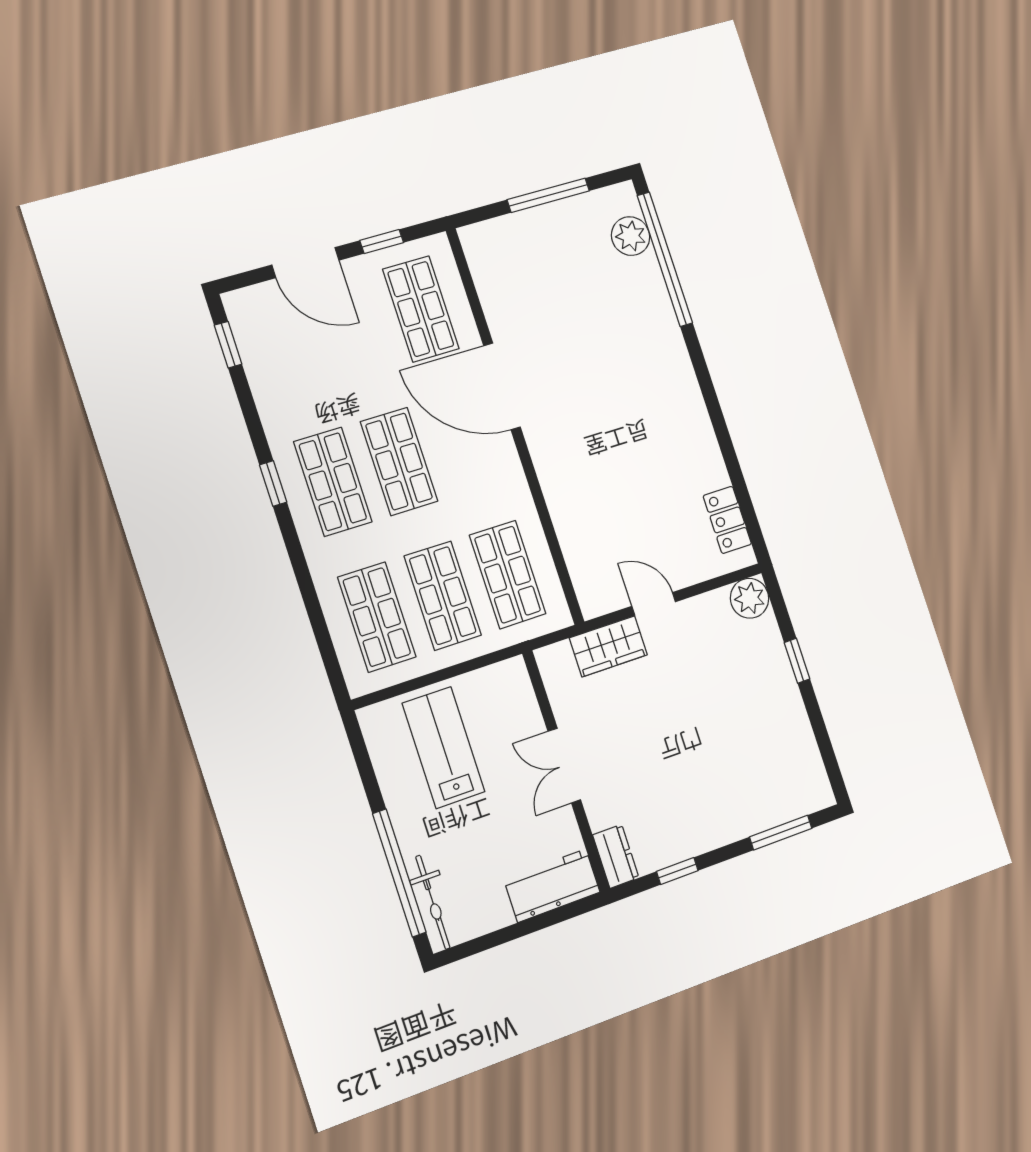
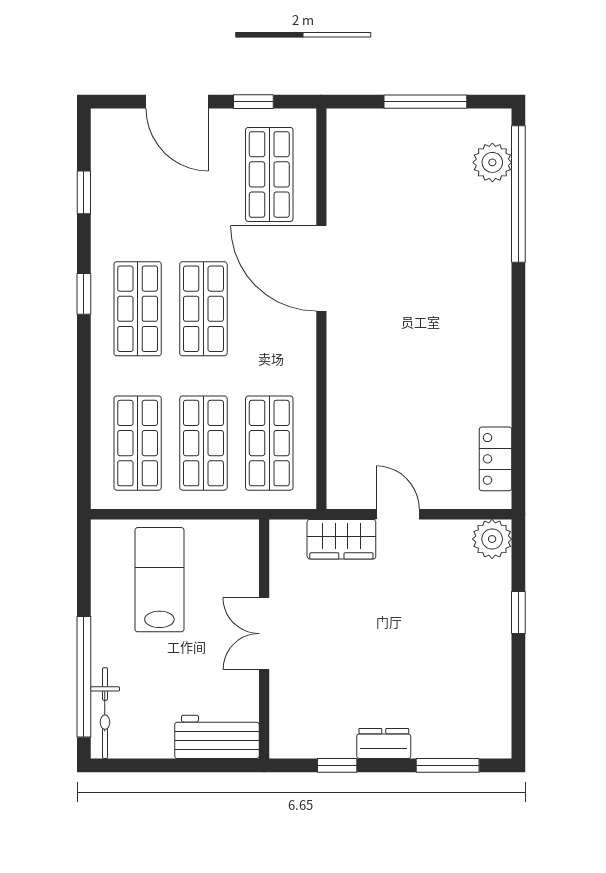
window: (228, 345) -> (84, 192), moved
dresser: (616, 856) -> (384, 743), moved, turned -90

